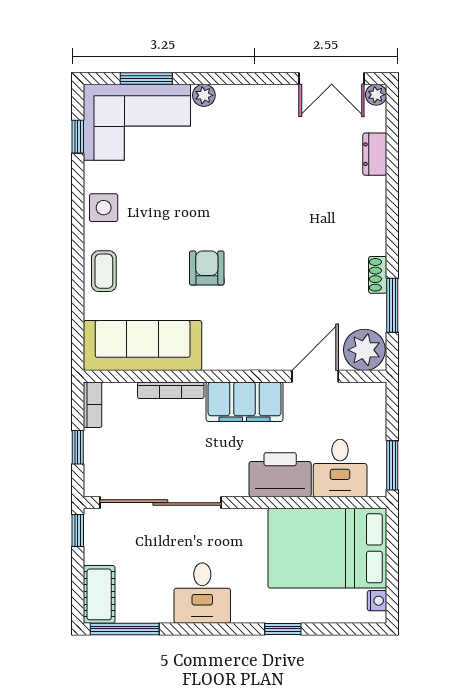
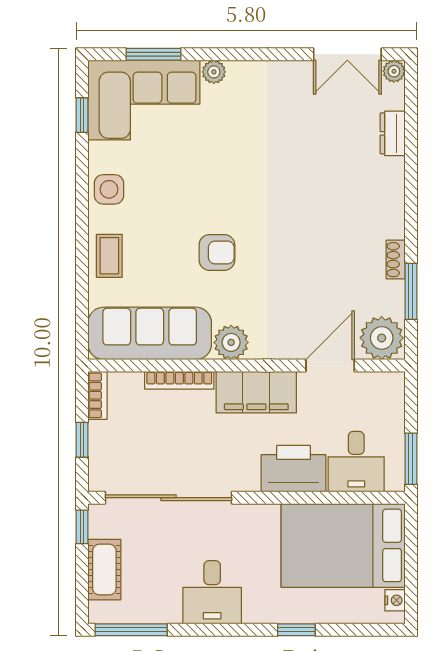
armchair: (207, 268) -> (217, 252), turned 90
plant: (220, 354) -> (231, 342), added
cot: (99, 594) -> (104, 570), moved

